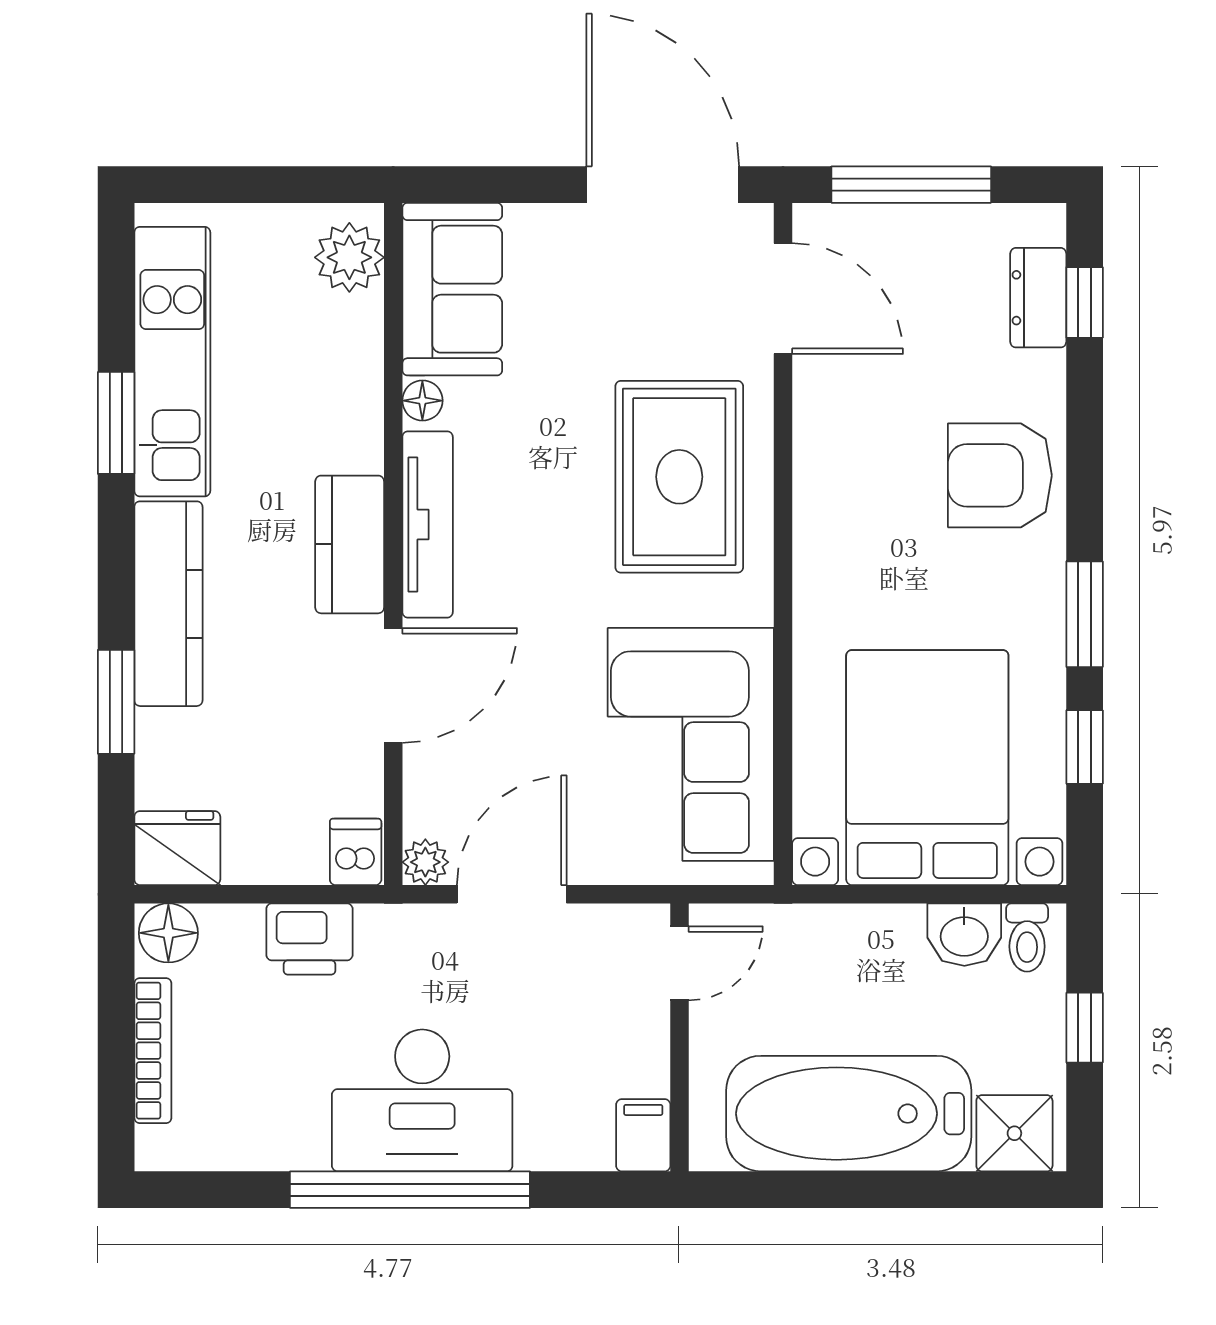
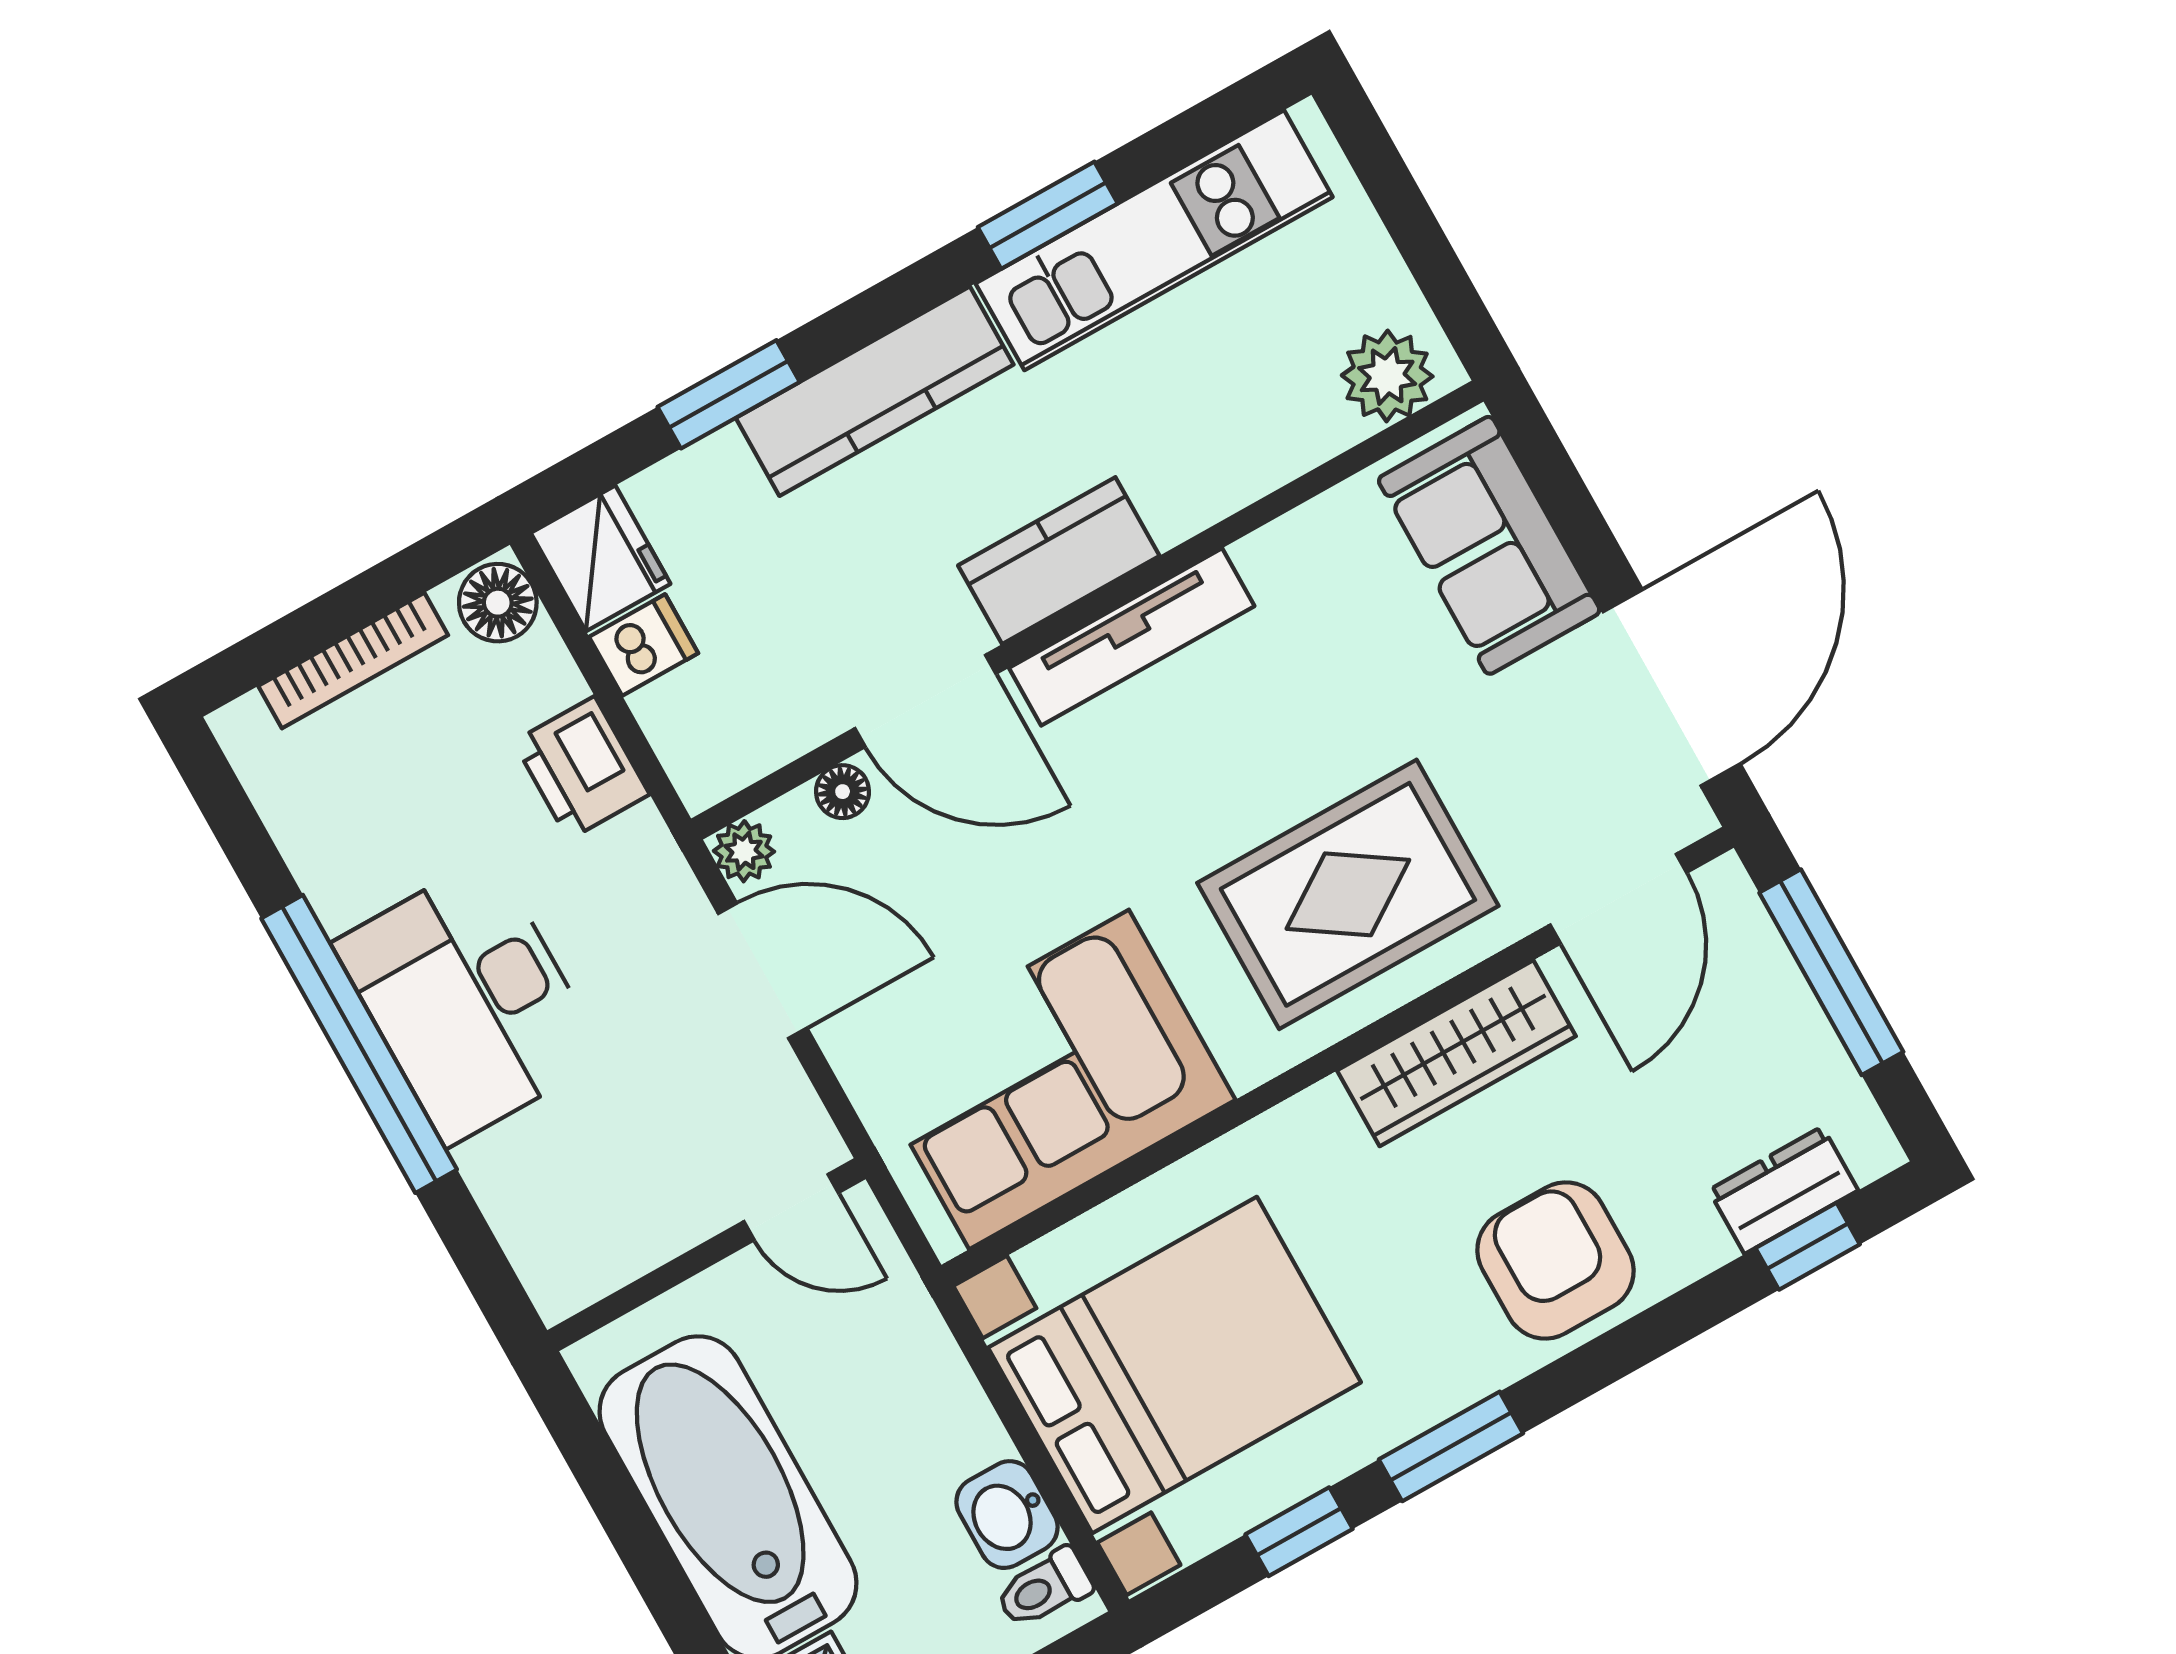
sofa: (452, 289) -> (1489, 545), moved, turned 90
floor lamp: (422, 401) -> (843, 792), moved
wardrobe: (825, 464) -> (1456, 1053), added
dishwasher: (356, 852) -> (644, 645), moved
filing cabinet: (643, 1135) -> (571, 1276), removed

